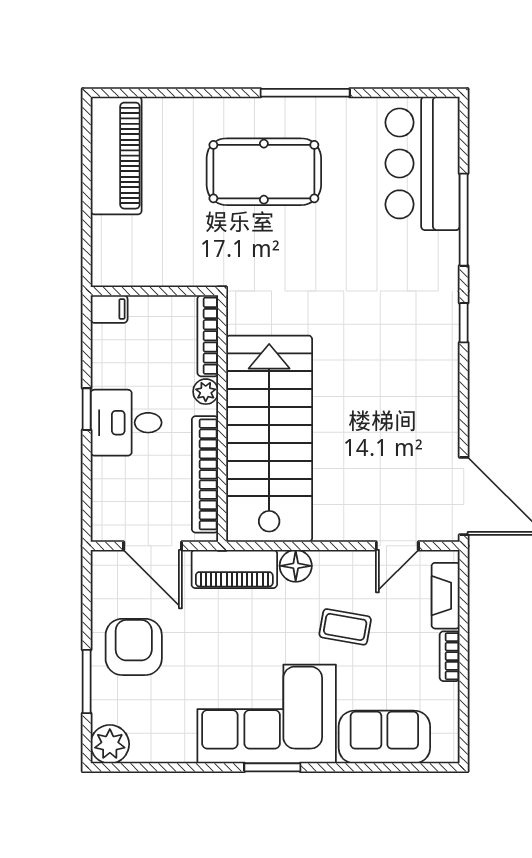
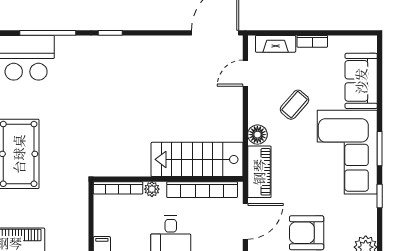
stairs: (269, 439) -> (197, 159), width x0.73, depth x0.66
door: (397, 546) -> (245, 73), swing flipped
coffee table: (345, 627) -> (294, 105), turned 31
window: (194, 767) -> (380, 196), added

